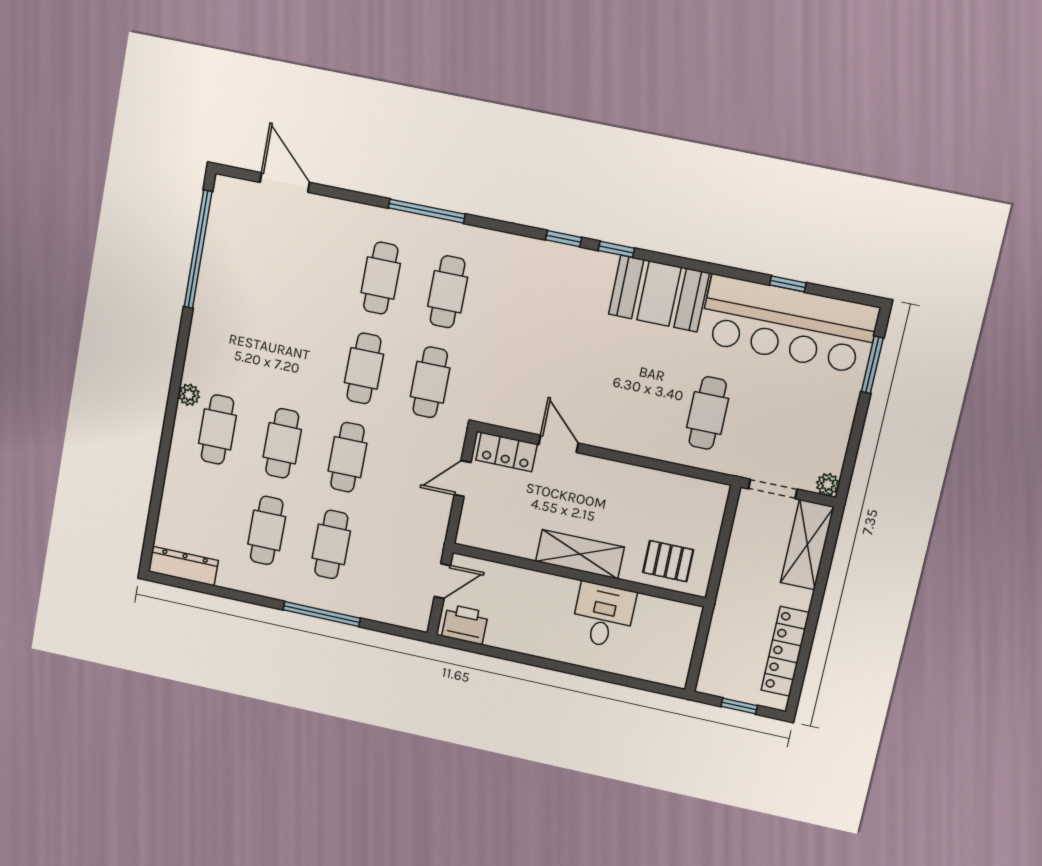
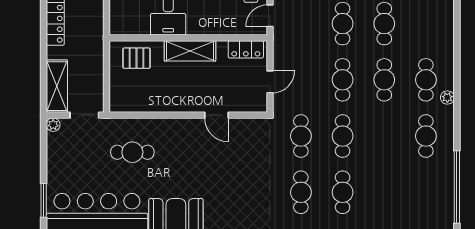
cafe table: (233, 341) -> (426, 136), added
cafe table: (708, 413) -> (132, 152), turned 90
locker: (507, 452) -> (246, 49), moved, turned 180

